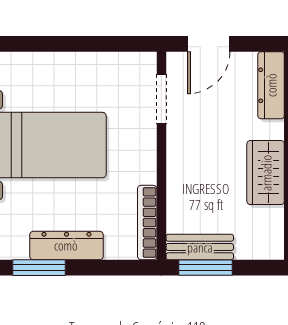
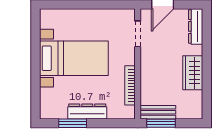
bookcase: (147, 223) -> (130, 85), moved

